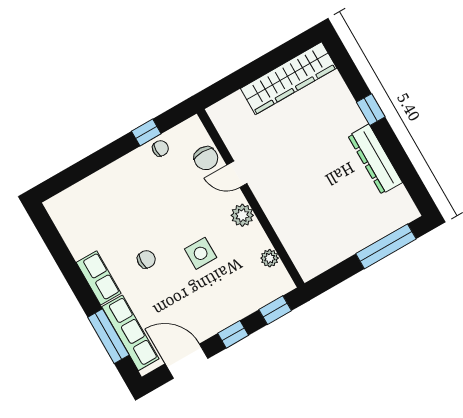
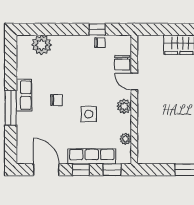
plant: (84, 196) -> (42, 45), added
row of seats: (130, 333) -> (92, 156), moved, turned -90
window: (108, 336) -> (11, 108), moved

